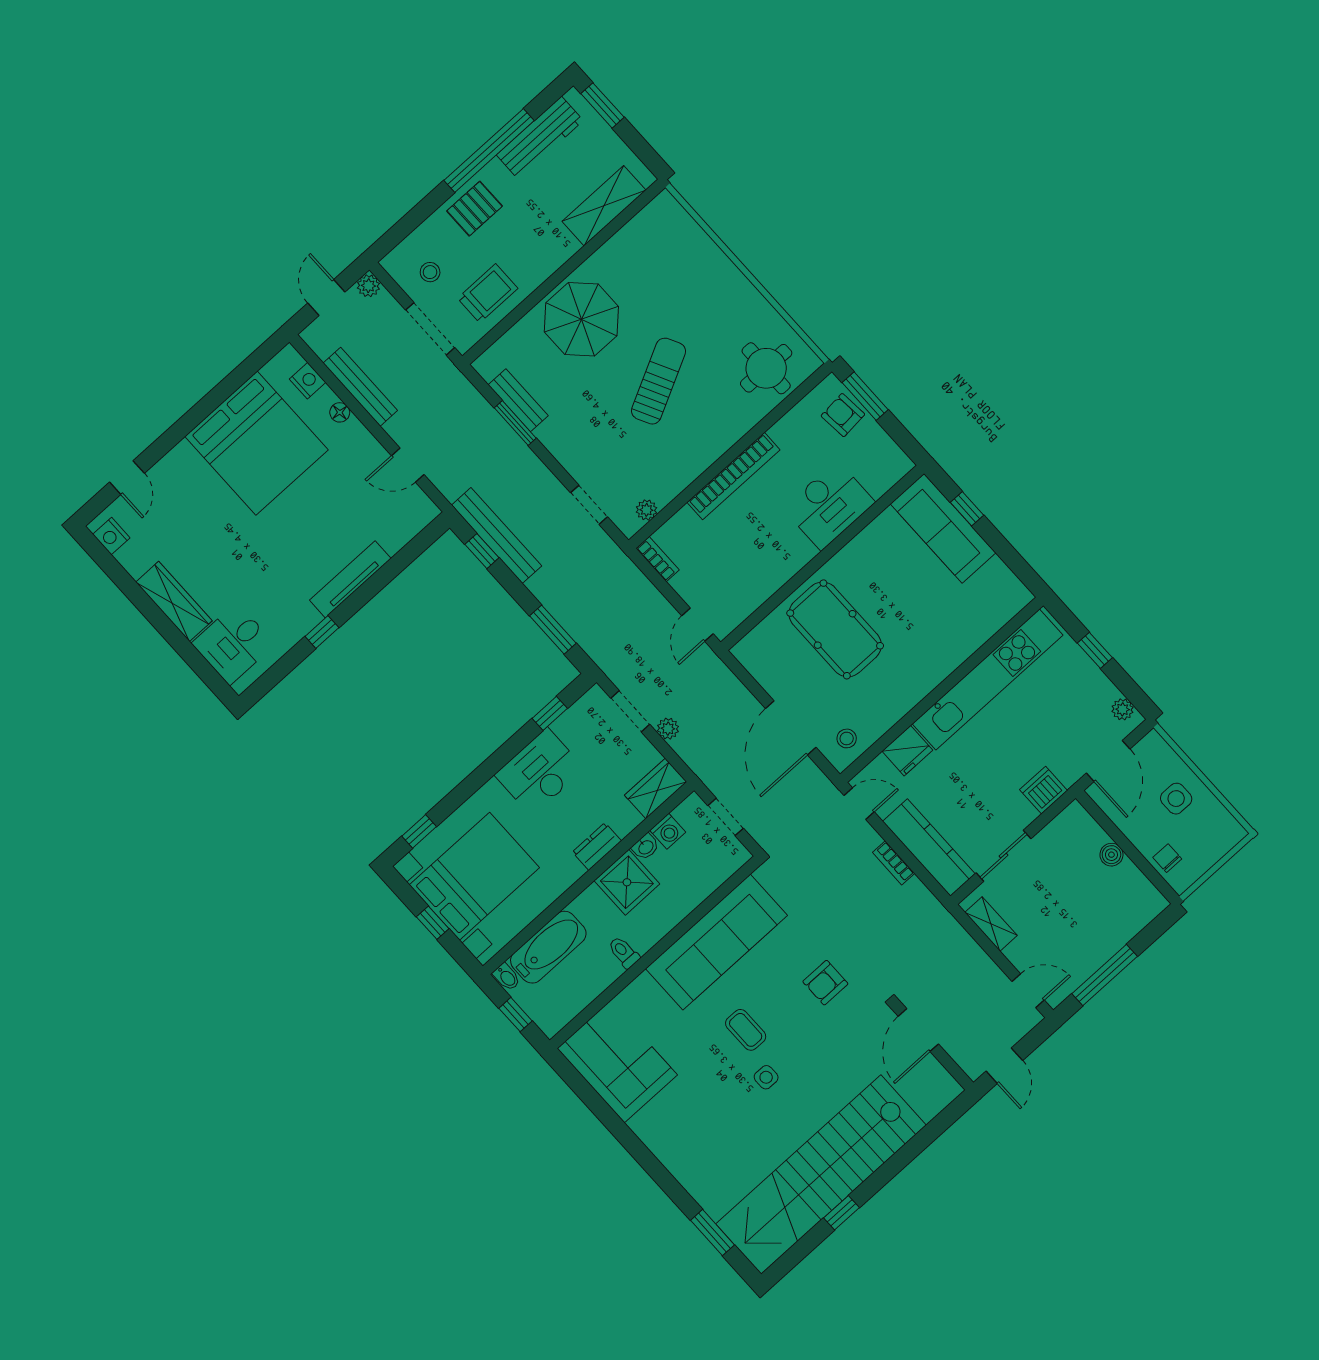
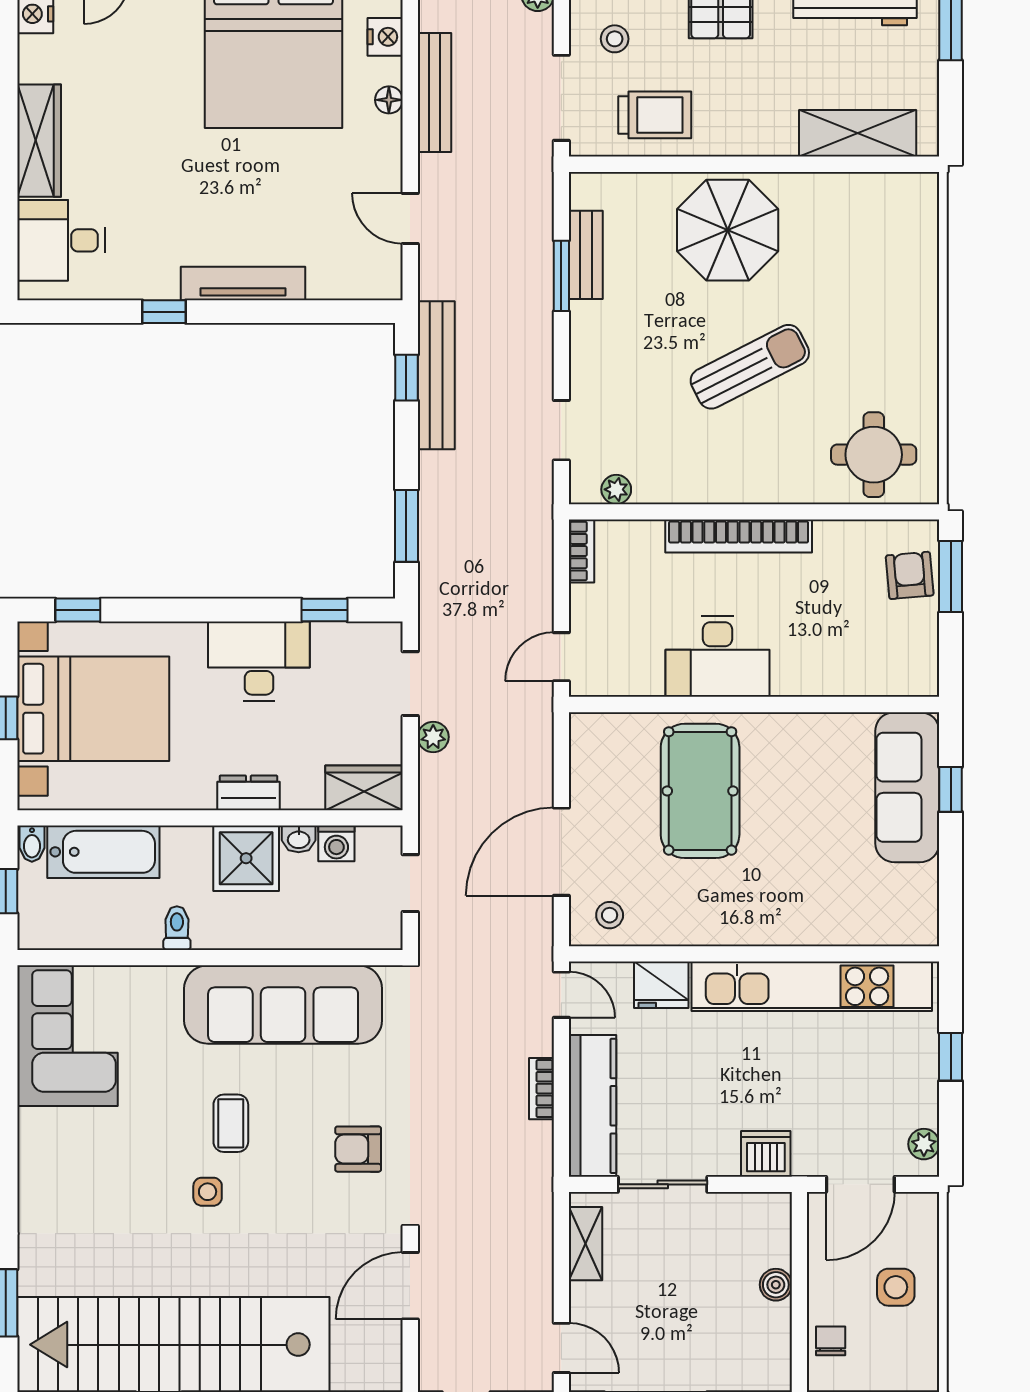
desk: (829, 505) -> (717, 656), moved

